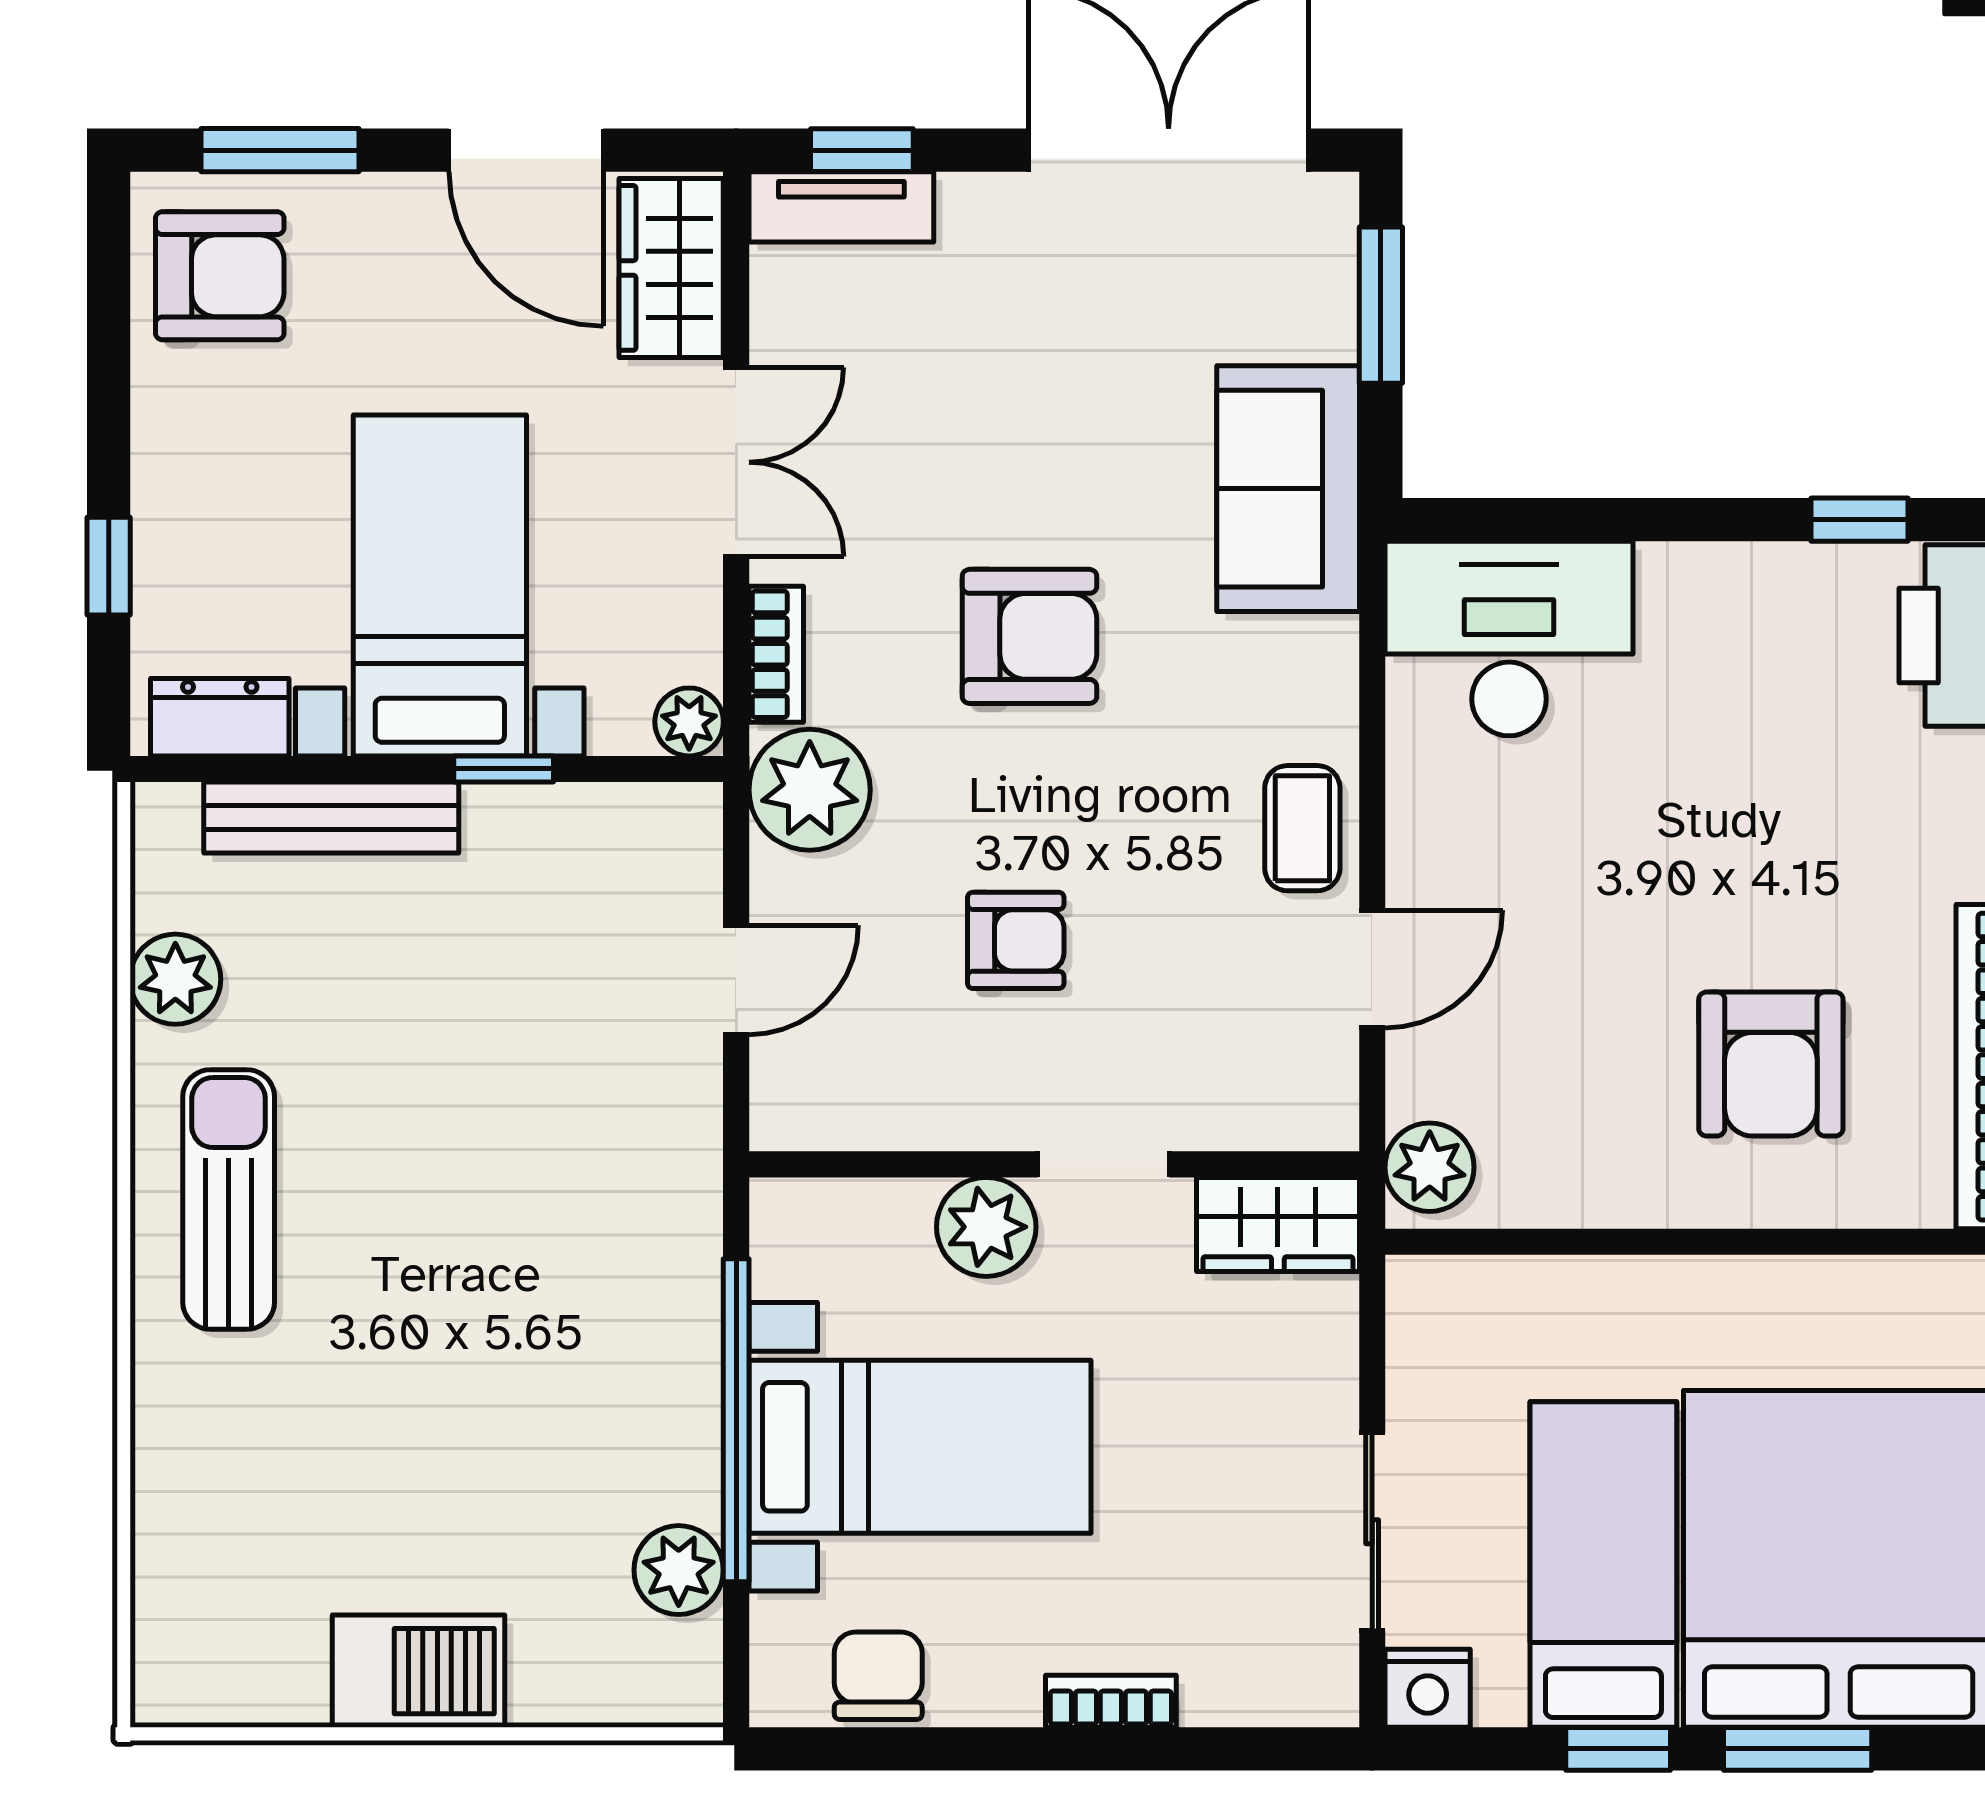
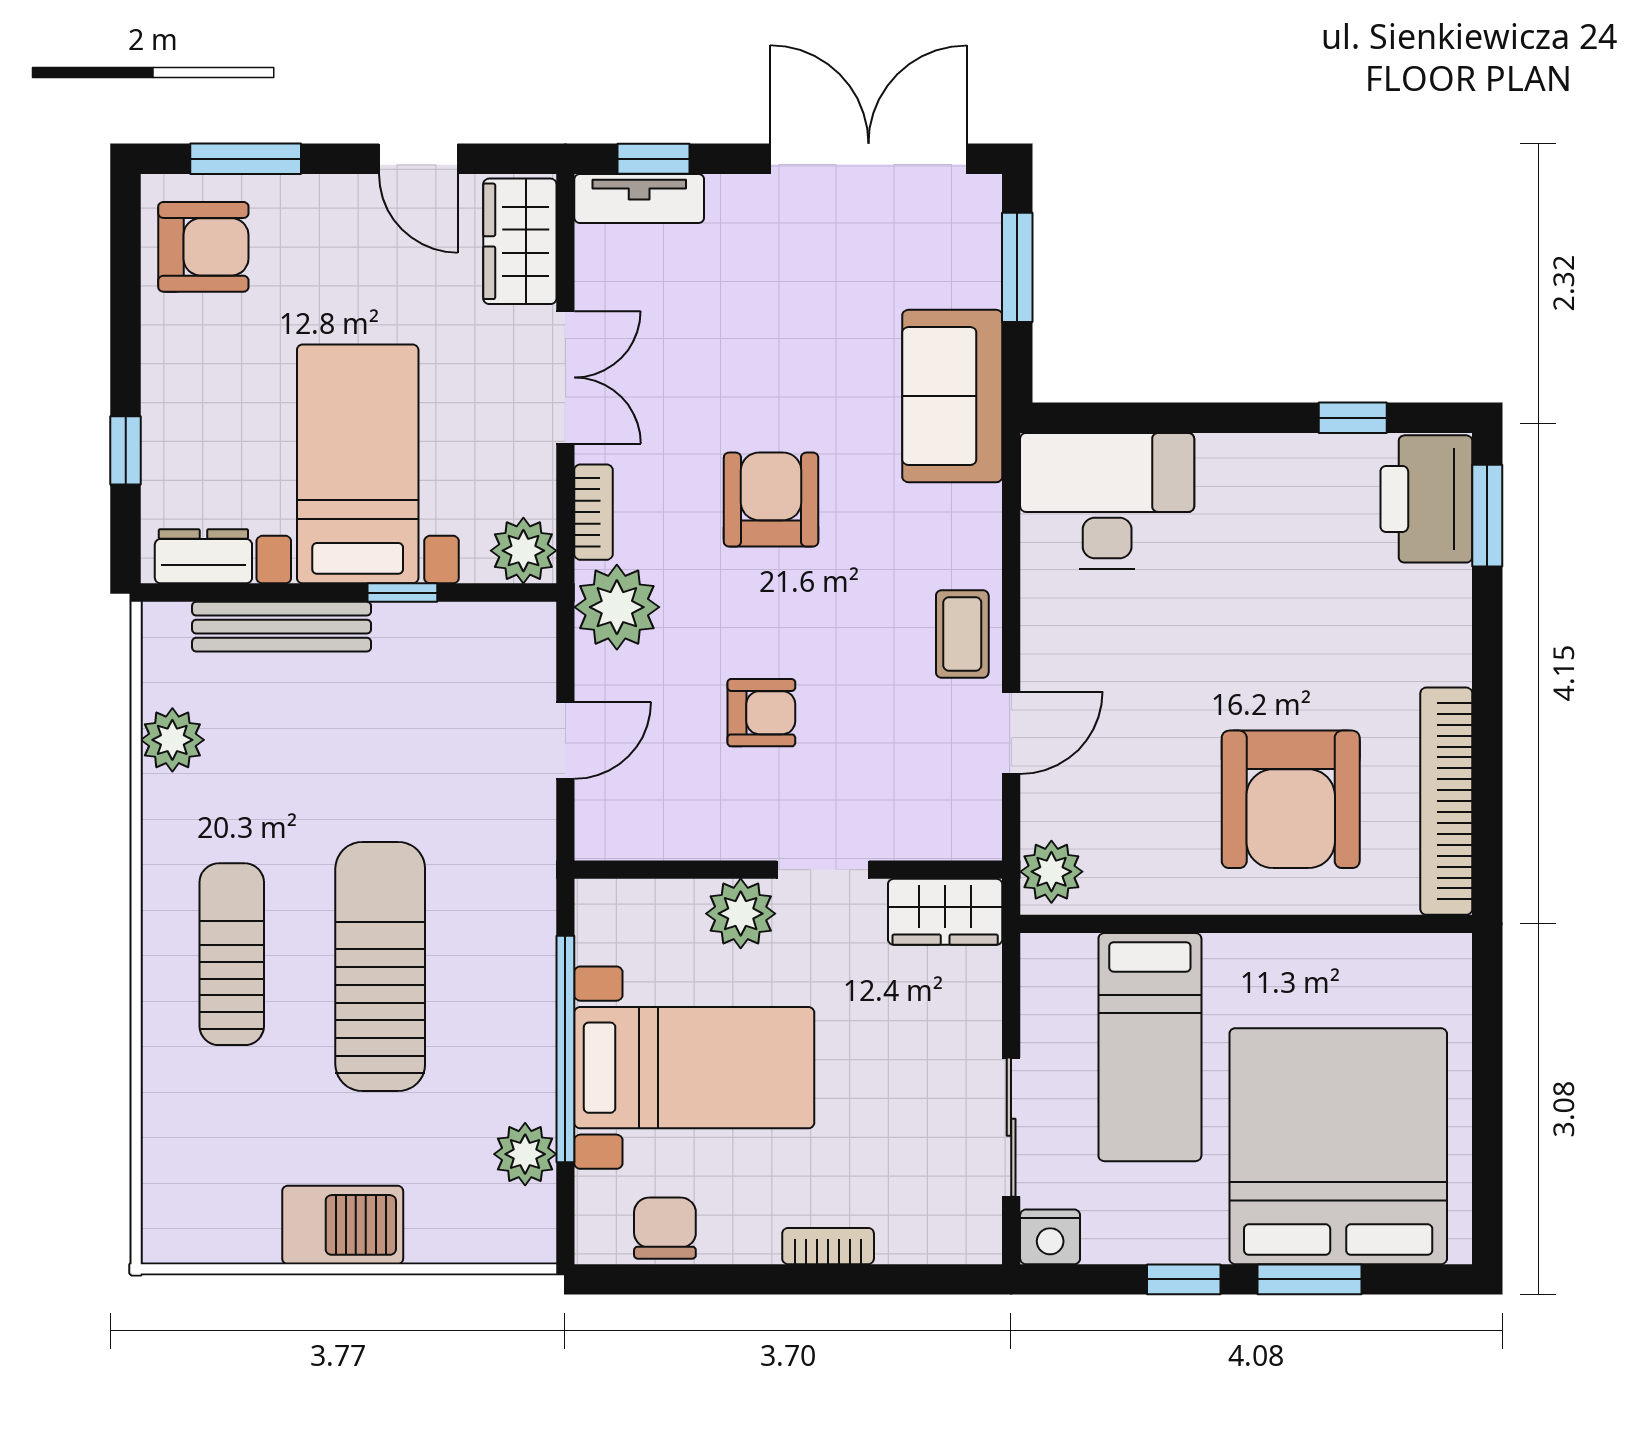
door: (526, 150) -> (418, 159), width x0.73
armchair: (1030, 636) -> (771, 500), turned -90
plant: (689, 722) -> (523, 551), width x1.38, depth x1.38
armchair: (1771, 1064) -> (1291, 799), width x1.36, depth x1.36
sun lounger: (229, 1199) -> (232, 954), moved
sun lounger: (472, 1302) -> (380, 967), added
bed: (1603, 1565) -> (1150, 1047), moved, turned 180

